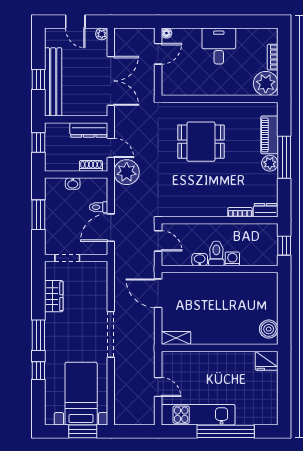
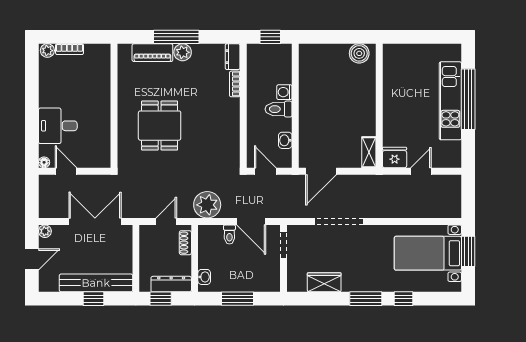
desk: (219, 46) -> (58, 126), moved
plant: (266, 84) -> (47, 51), moved, width x0.53, depth x0.53
dresser: (89, 130) -> (171, 284), moved, turned -90
plant: (127, 172) -> (207, 205), moved
washbasin: (73, 183) -> (204, 277), moved
door: (158, 241) -> (265, 171), hinge flipped
doorway: (67, 258) -> (284, 245), moved
washbasin: (200, 260) -> (285, 140), moved
doorway: (111, 334) -> (339, 222), moved
fridge: (267, 361) -> (395, 158), moved, turned -90
kitchen unit: (198, 415) -> (450, 101), moved

